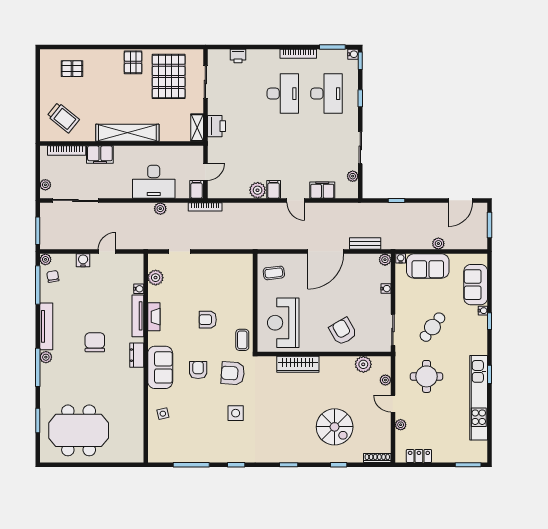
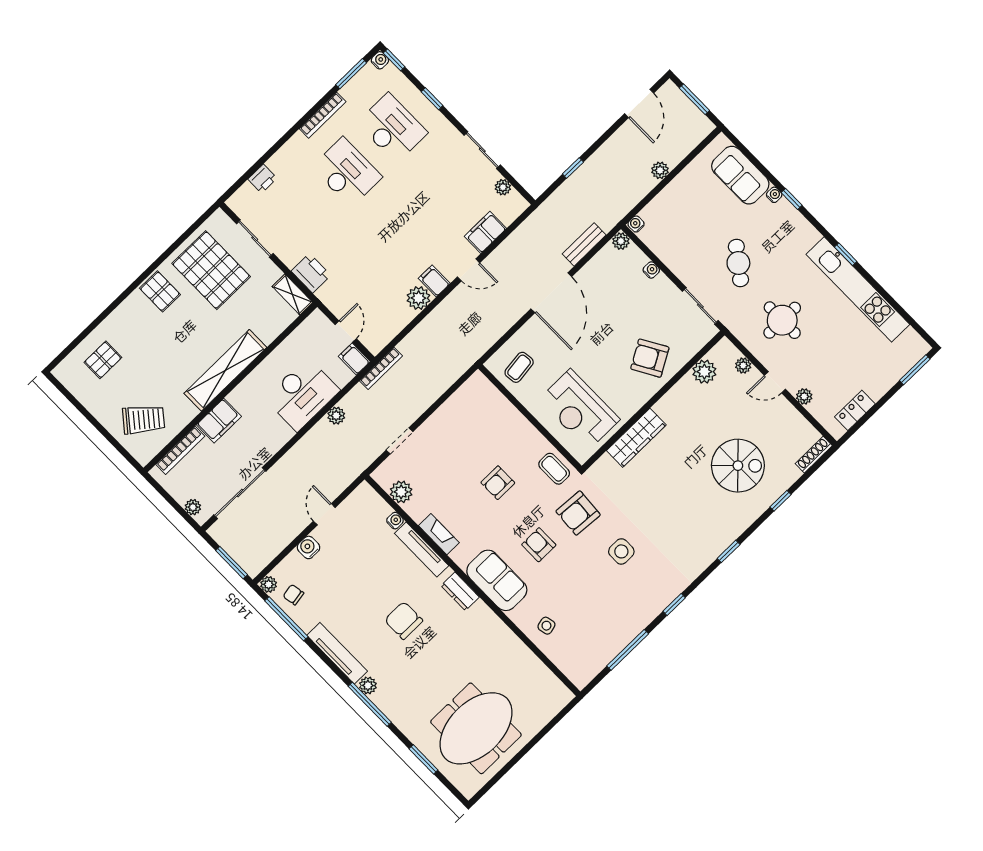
sofa: (428, 266) -> (672, 204), removed

